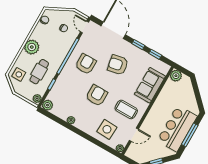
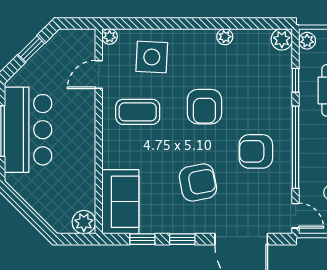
armchair: (86, 64) -> (256, 151), turned 90
sofa: (150, 85) -> (120, 202), moved

